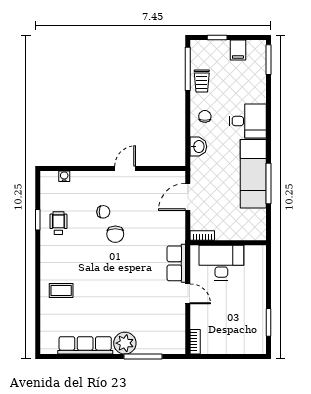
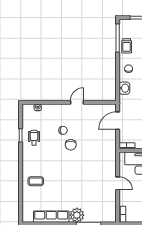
row of seats: (176, 263) -> (110, 164), removed

